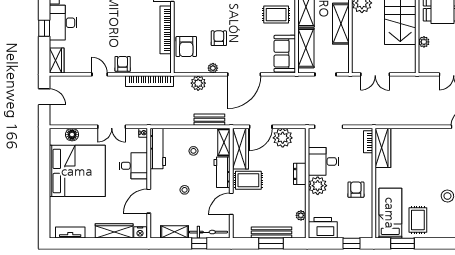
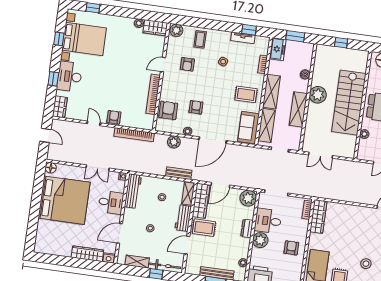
armchair: (186, 47) -> (168, 110), turned 180
floor lamp: (72, 135) -> (51, 168), moved
plant: (283, 138) -> (248, 198), moved
tv unit: (70, 232) -> (51, 250), removed

